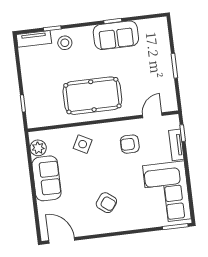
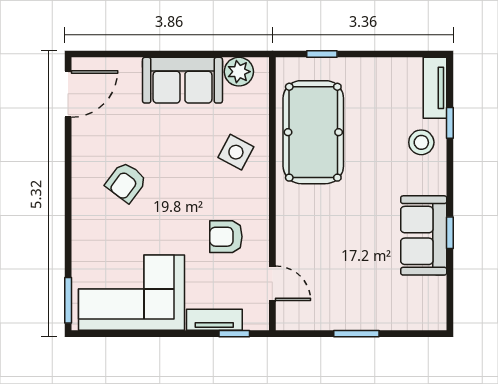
pool table: (92, 96) -> (313, 132), moved
armchair: (130, 144) -> (226, 237), turned -90

